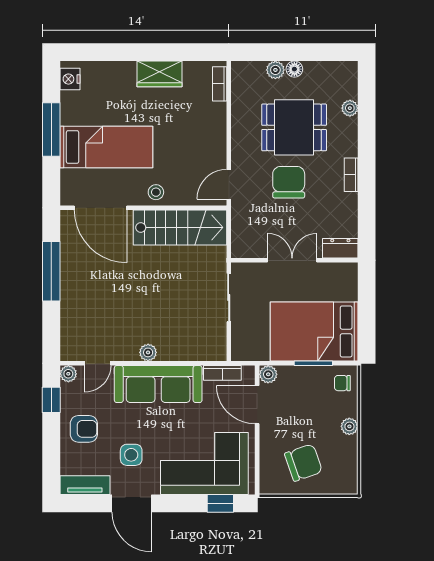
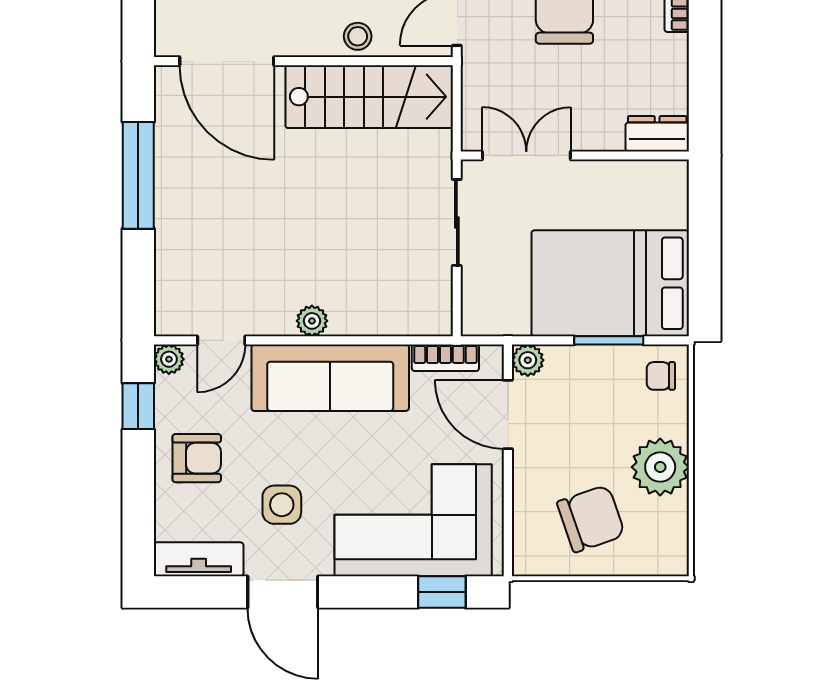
stool: (156, 192) -> (358, 36), moved
double door: (292, 260) -> (526, 156), moved
plant: (349, 426) -> (660, 467), width x1.88, depth x1.88

